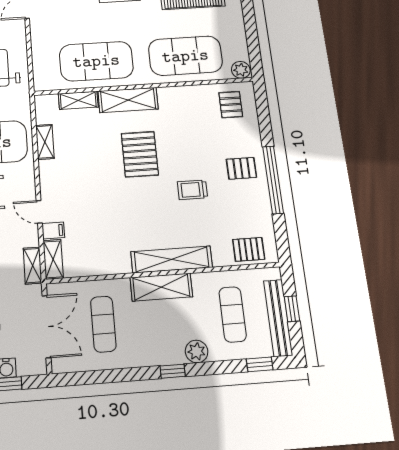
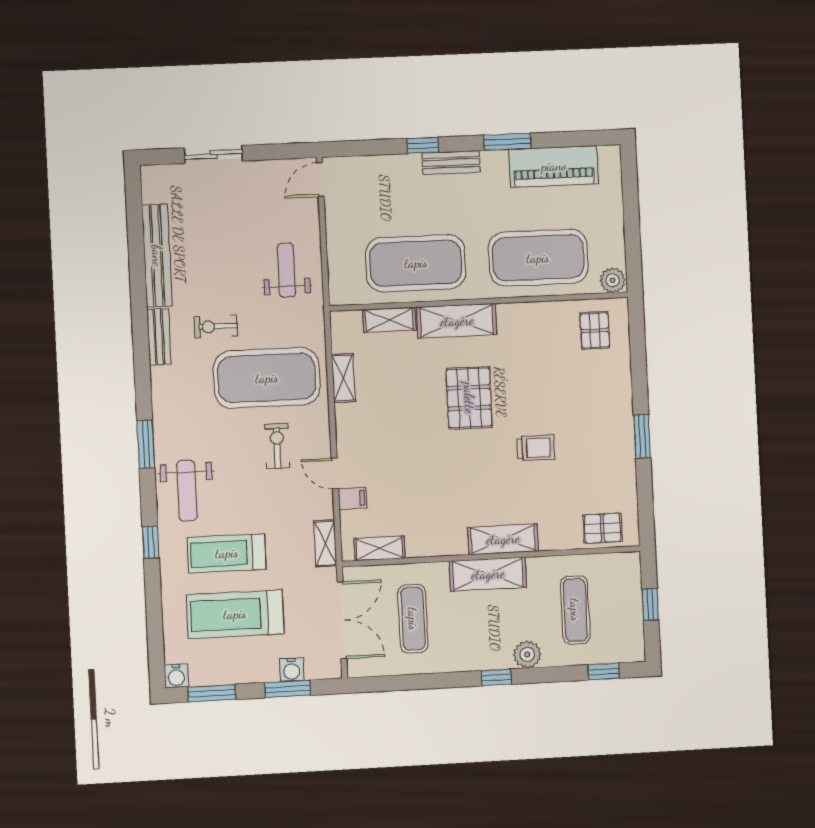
pallet: (241, 168) -> (602, 420), removed
window: (273, 180) -> (642, 436), width x0.47
trolley: (193, 190) -> (536, 448), turned 180
shelving: (53, 259) -> (379, 548), moved, turned 90
shelving: (172, 260) -> (503, 539), width x0.68
bench: (278, 318) -> (632, 615), removed

